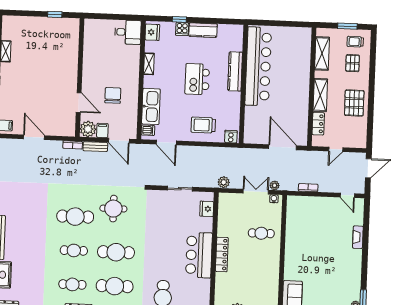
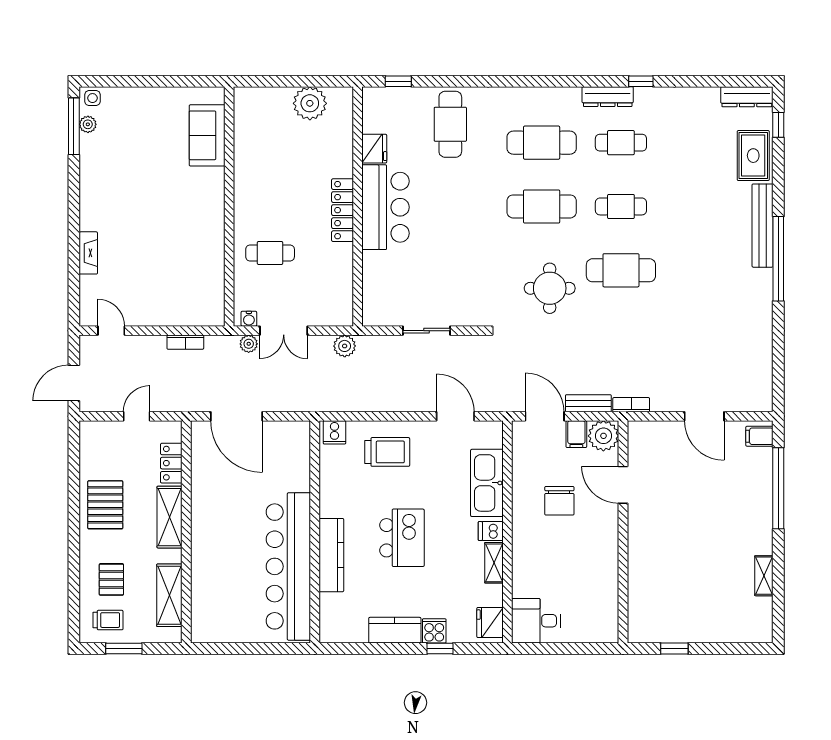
dishwasher: (148, 130) -> (491, 531), moved
fridge: (207, 209) -> (374, 149), moved

